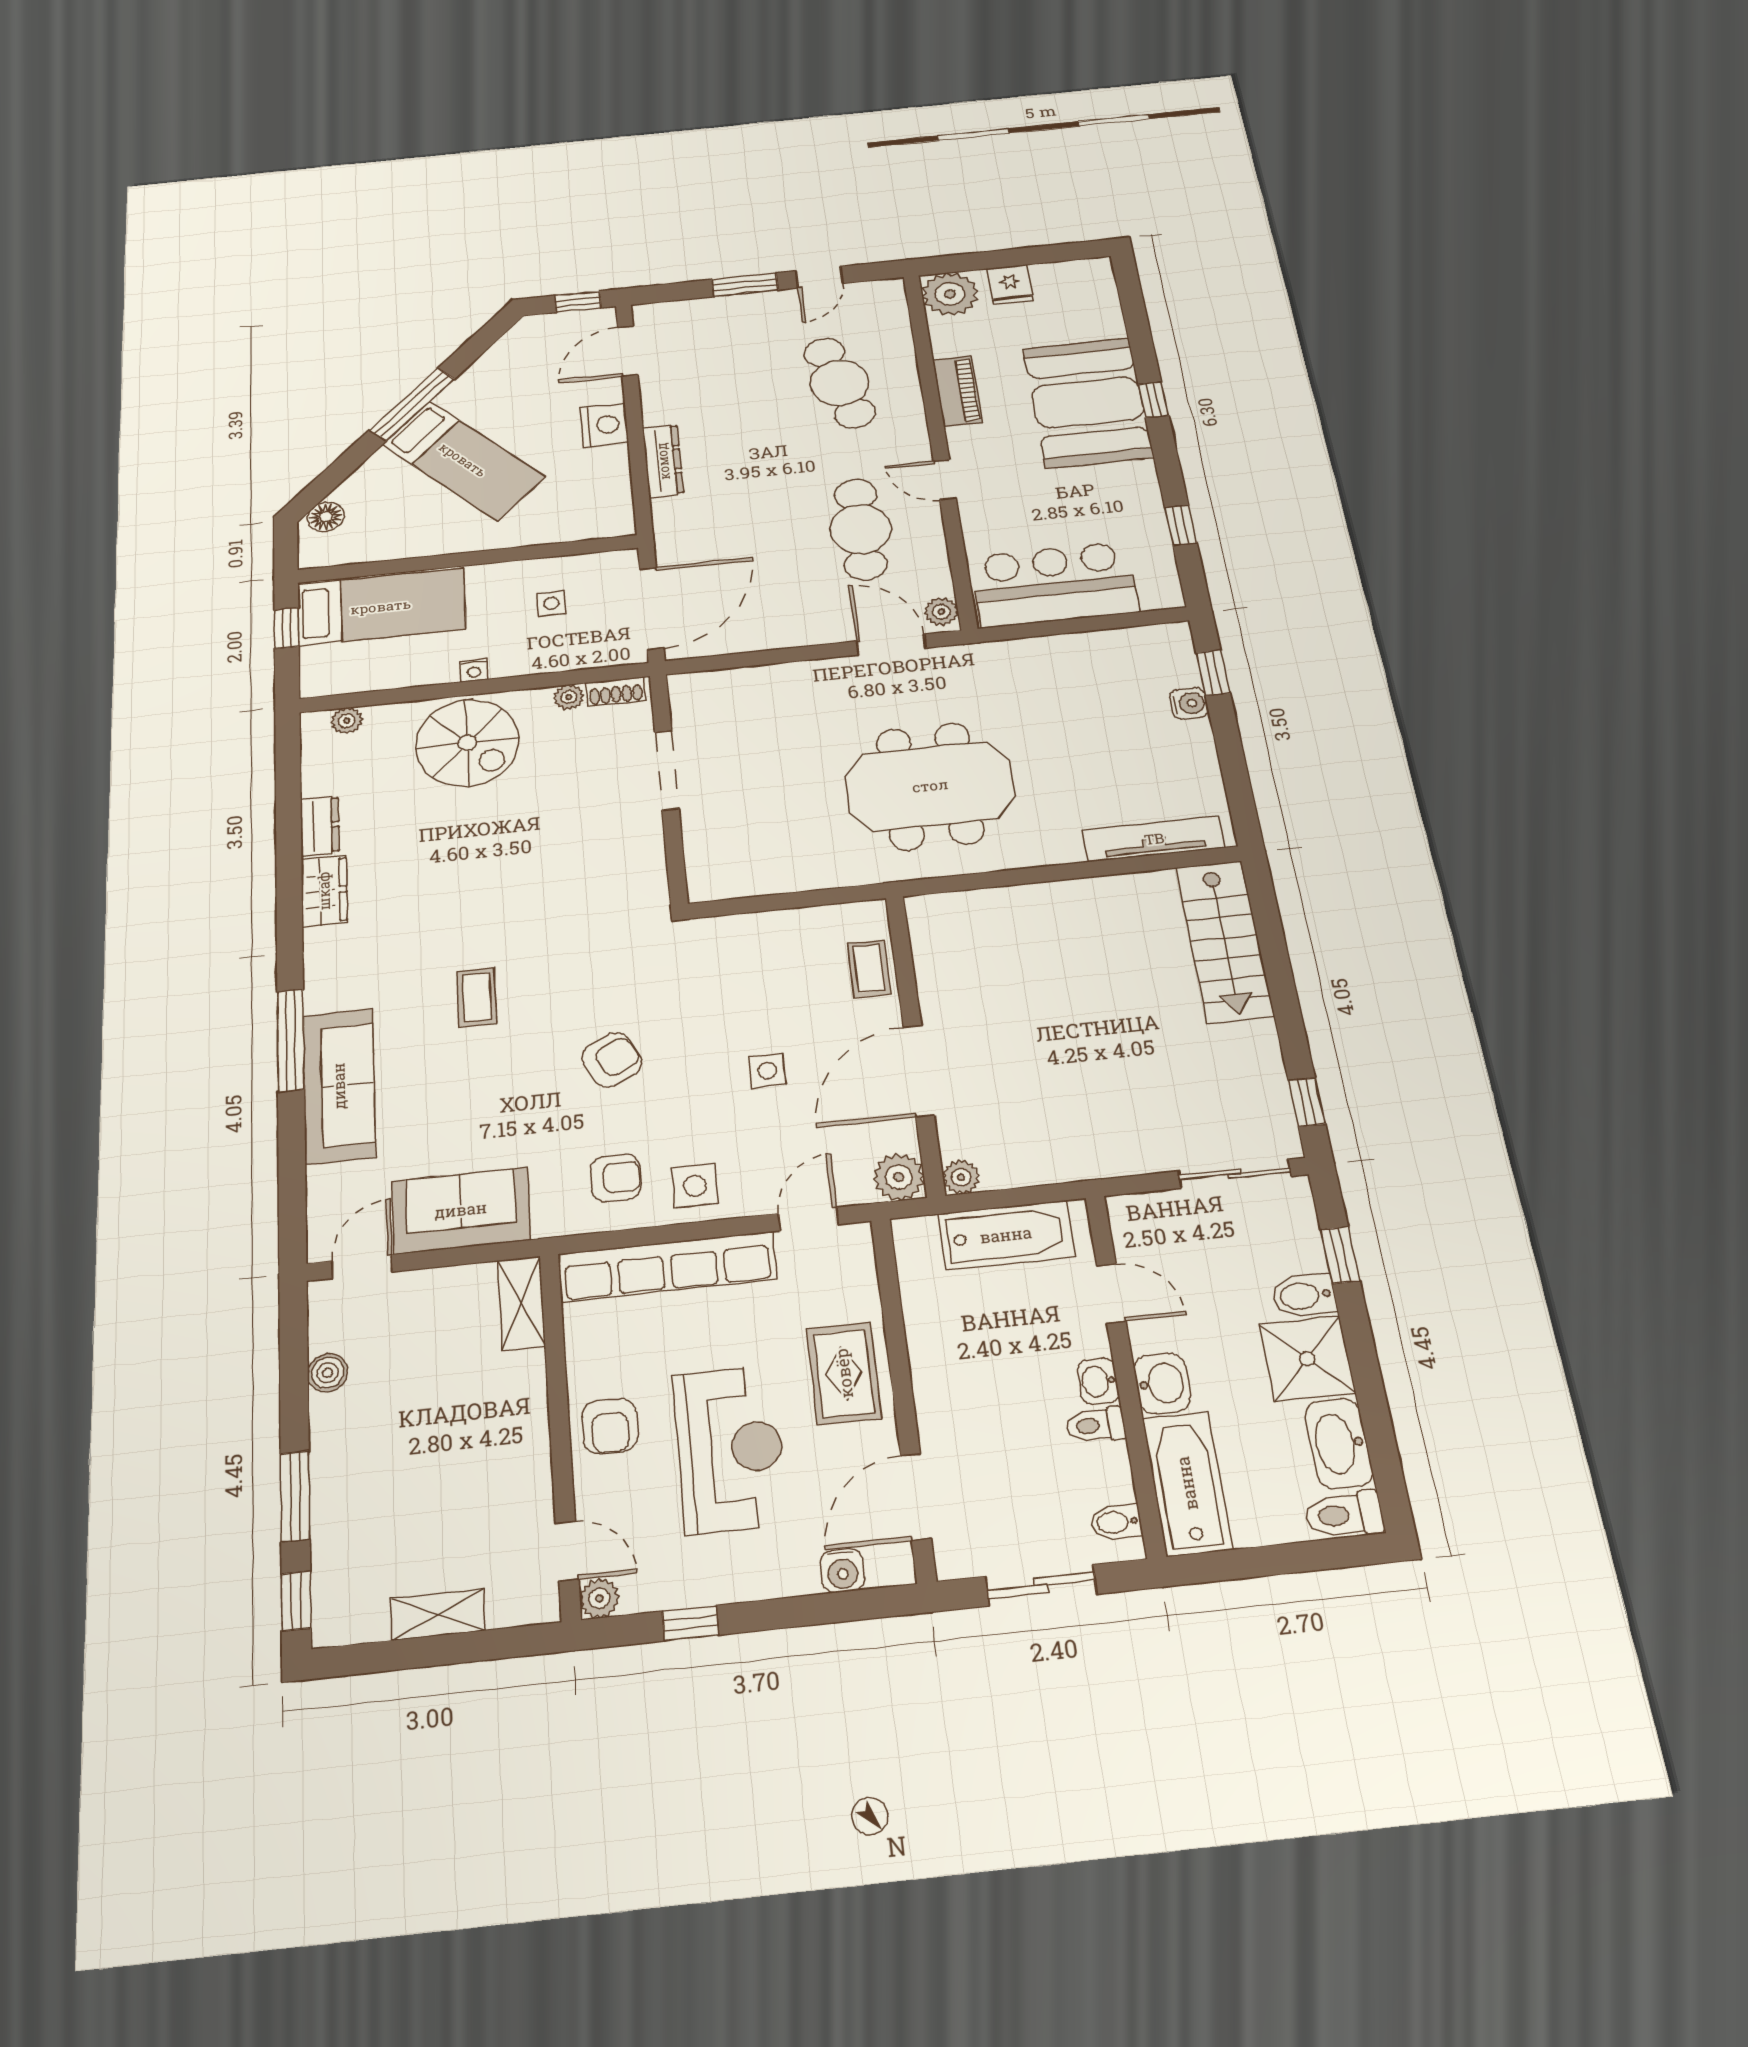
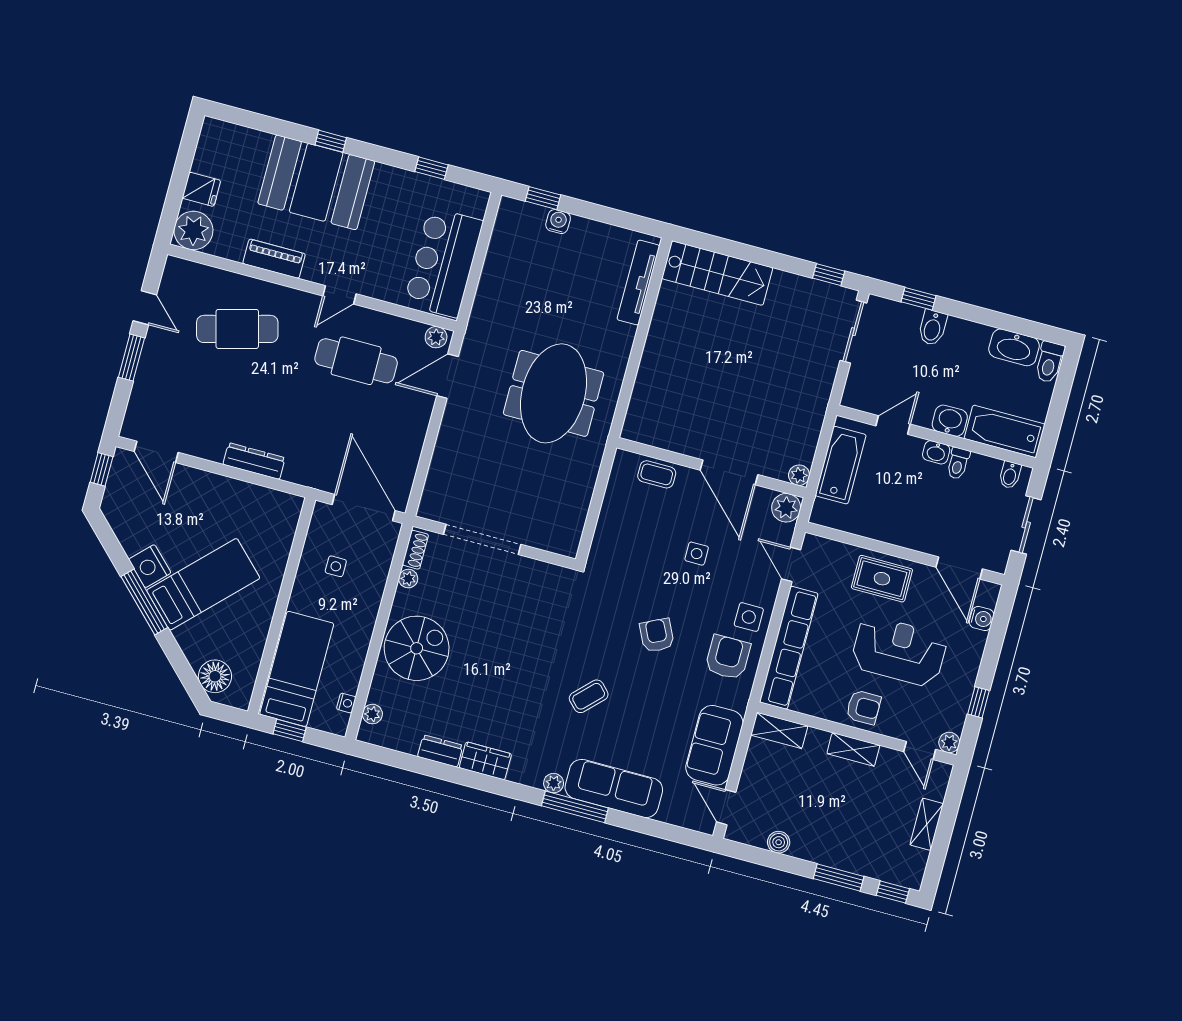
nightstand: (604, 425) -> (150, 566), moved, turned -135
floor lamp: (326, 517) -> (215, 676), width x1.38, depth x1.38
nightstand: (474, 670) -> (346, 703), moved
doorway: (667, 770) -> (482, 539), width x1.36
plant: (320, 996) -> (554, 783), added
coffee table: (477, 997) -> (589, 696), turned -45
armchair: (616, 1178) -> (728, 657), width x1.38, depth x1.38
shower: (1307, 1359) -> (966, 342), removed
shelving: (530, 1437) -> (853, 749), added
door: (567, 1551) -> (920, 750), swing flipped

